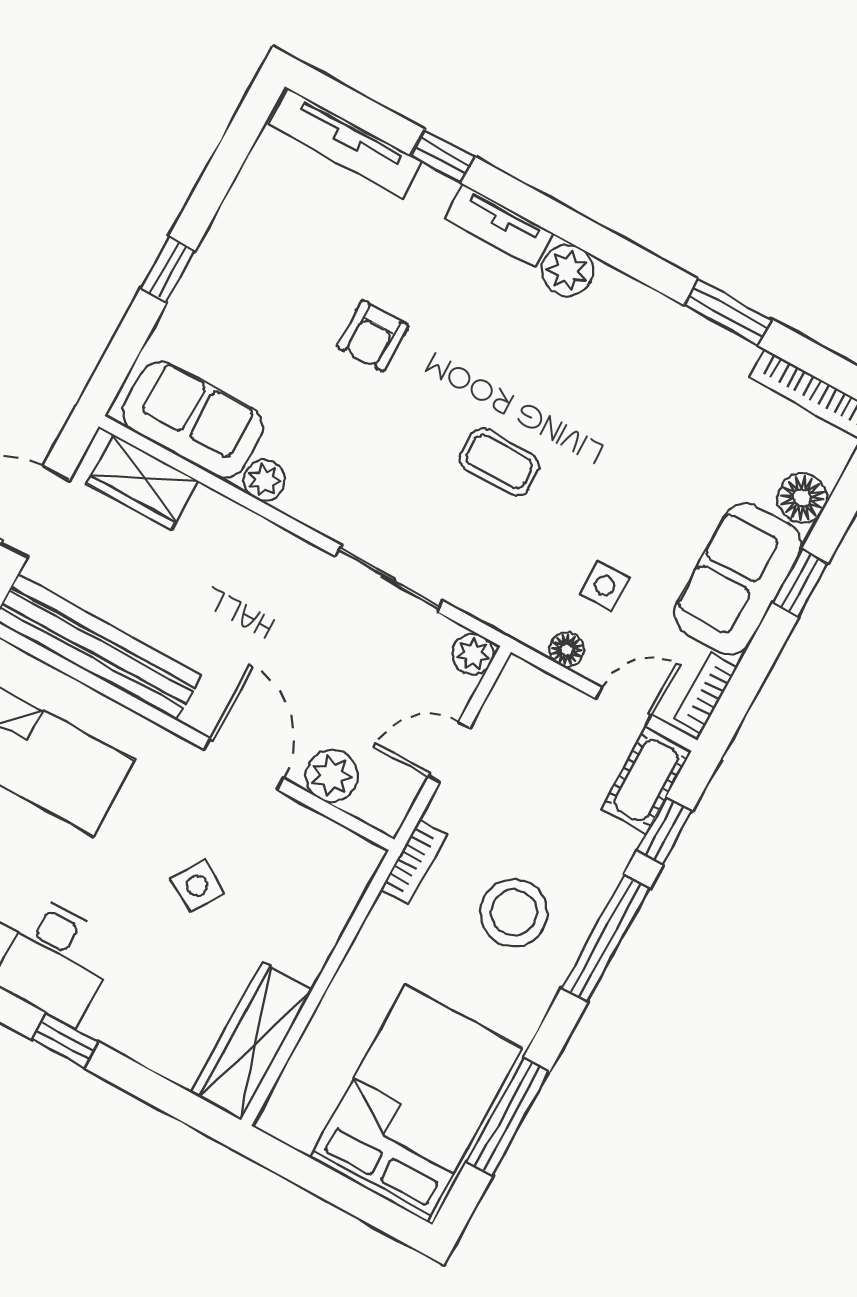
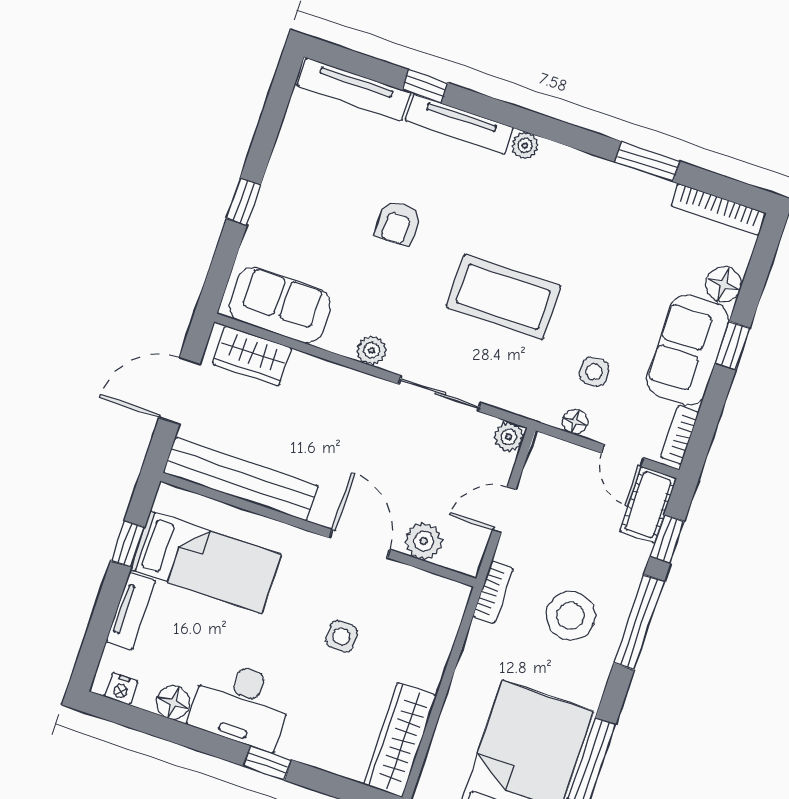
tv unit: (499, 226) -> (459, 124), width x1.41
plant: (568, 270) -> (525, 145), width x0.73, depth x0.73
coffee table: (499, 462) -> (503, 297), width x1.86, depth x1.72
plant: (264, 480) -> (372, 350), moved
door: (624, 707) -> (623, 455), swing flipped
side table: (197, 886) -> (342, 636), turned -31

